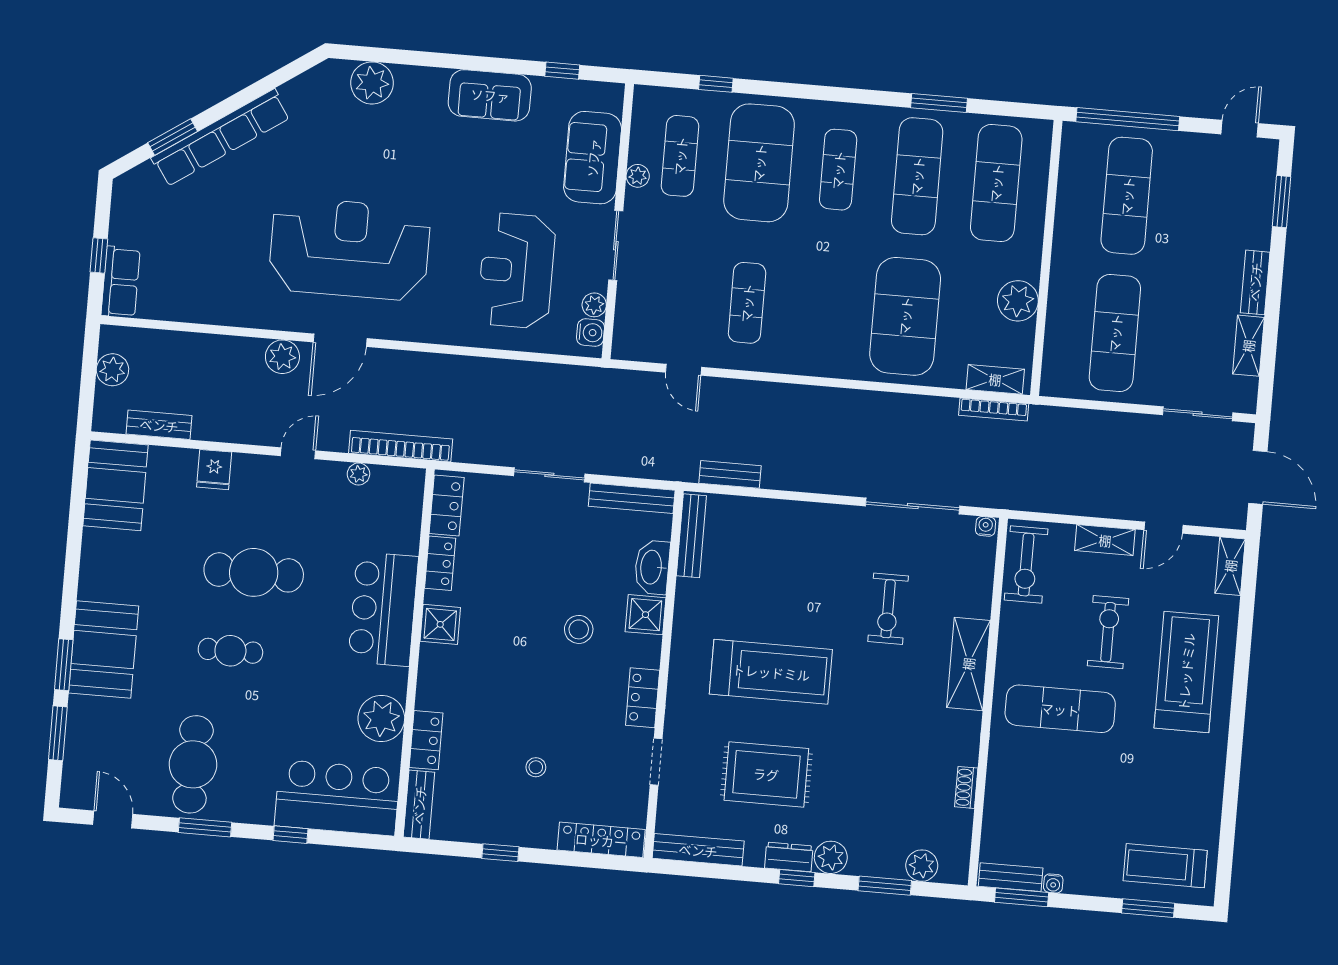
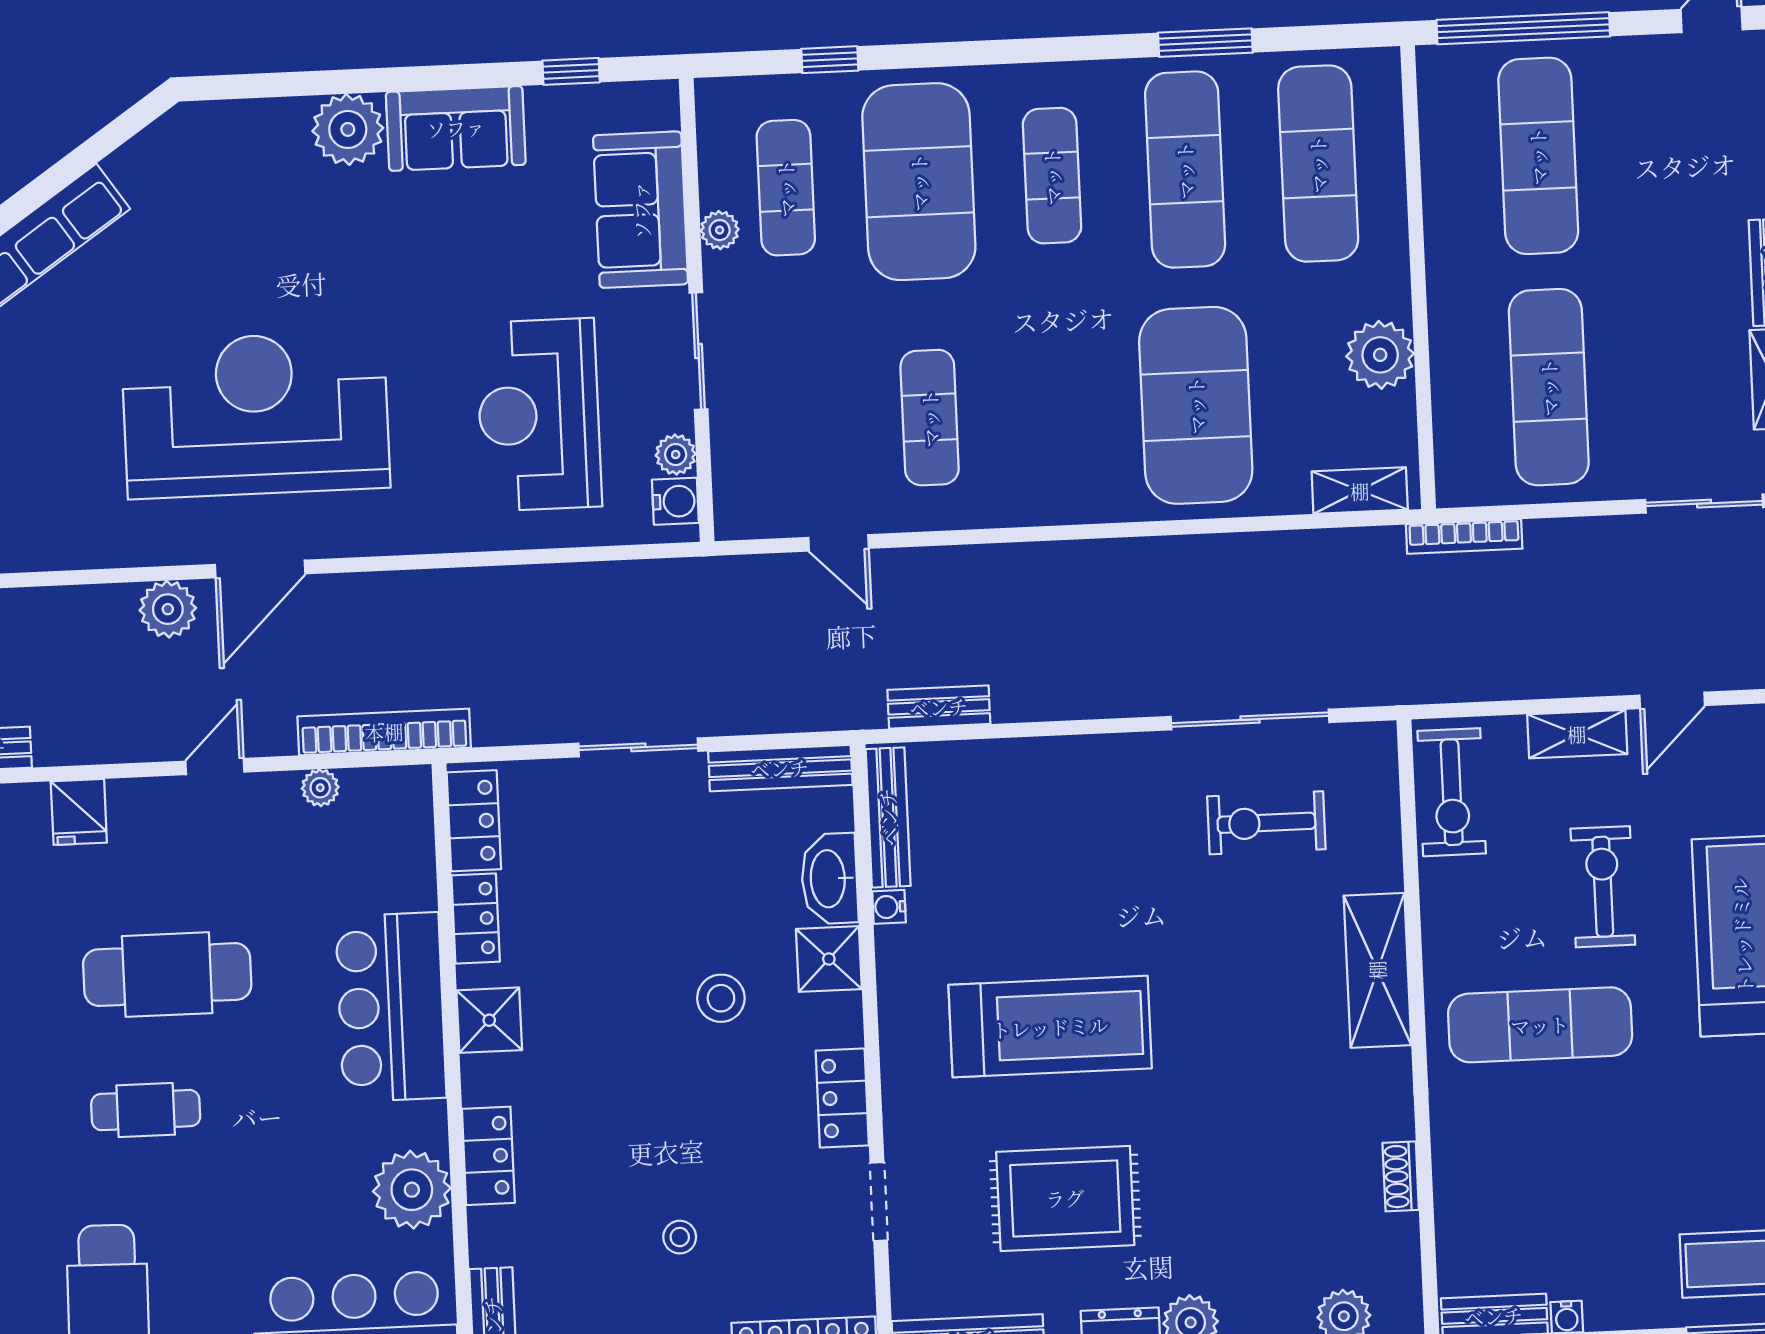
plant: (372, 83) -> (348, 129), moved
bookcase: (994, 410) -> (1464, 537), moved
water cooler: (986, 526) -> (889, 907), moved, turned -90
exercise bike: (888, 609) -> (1266, 823), moved, turned 90
locker: (426, 740) -> (488, 1156), moved

